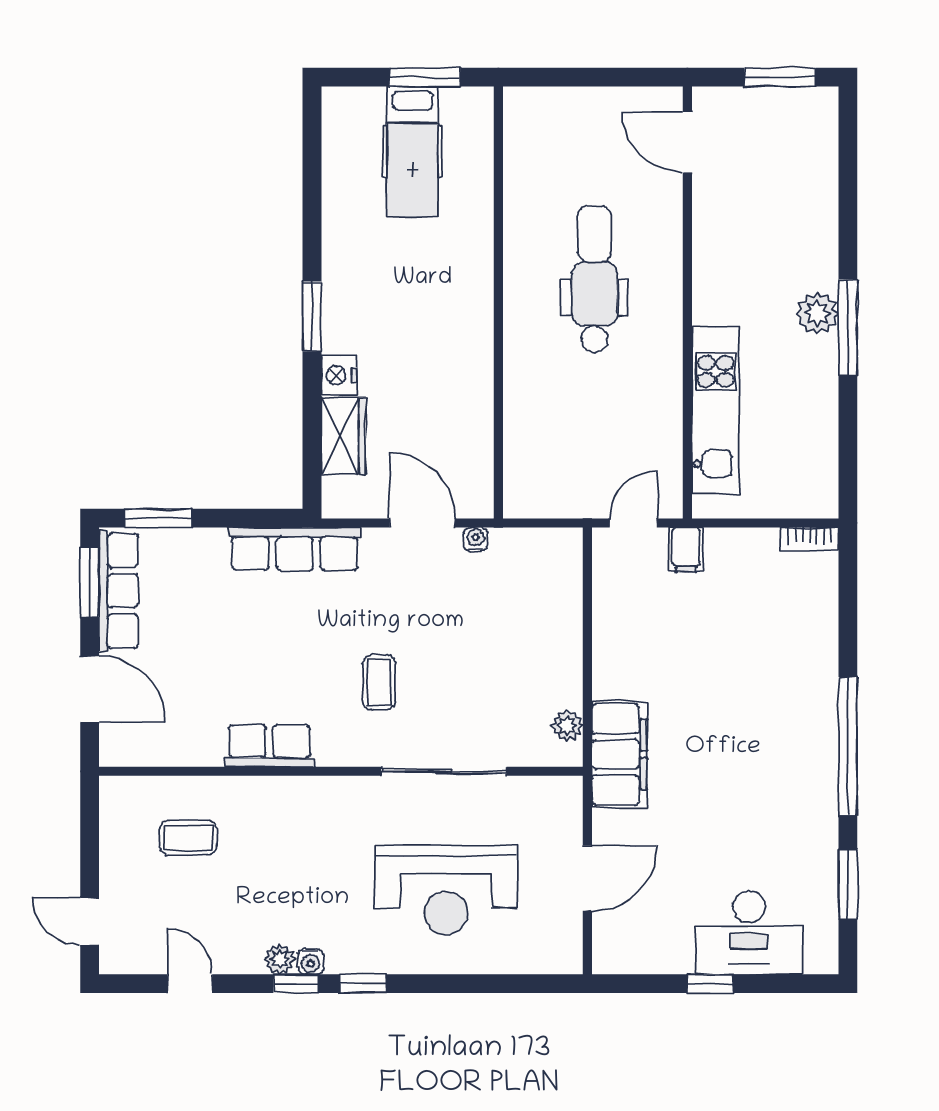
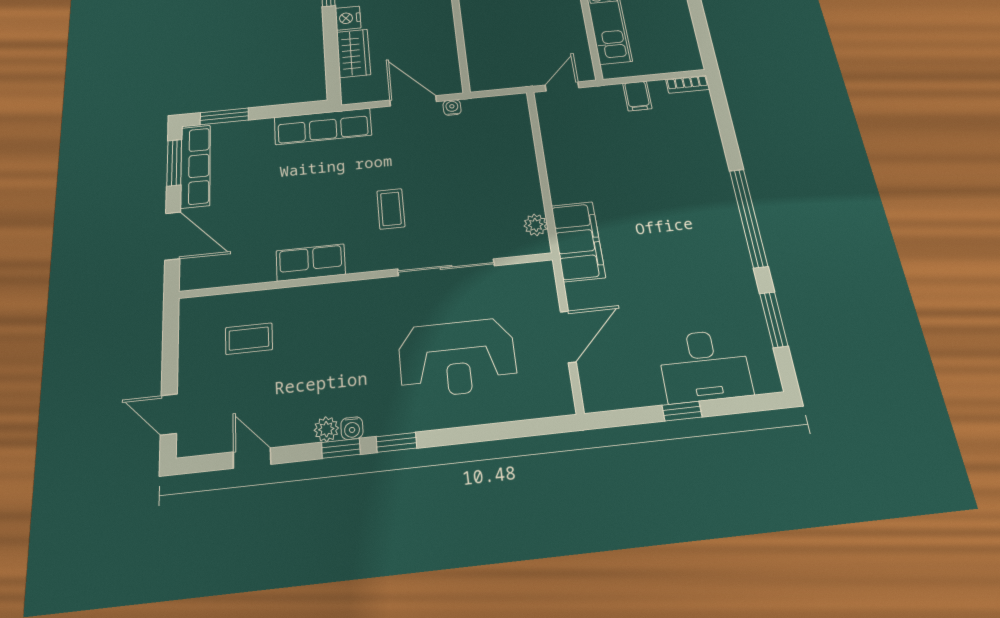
filing cabinet: (686, 550) -> (637, 96), moved

